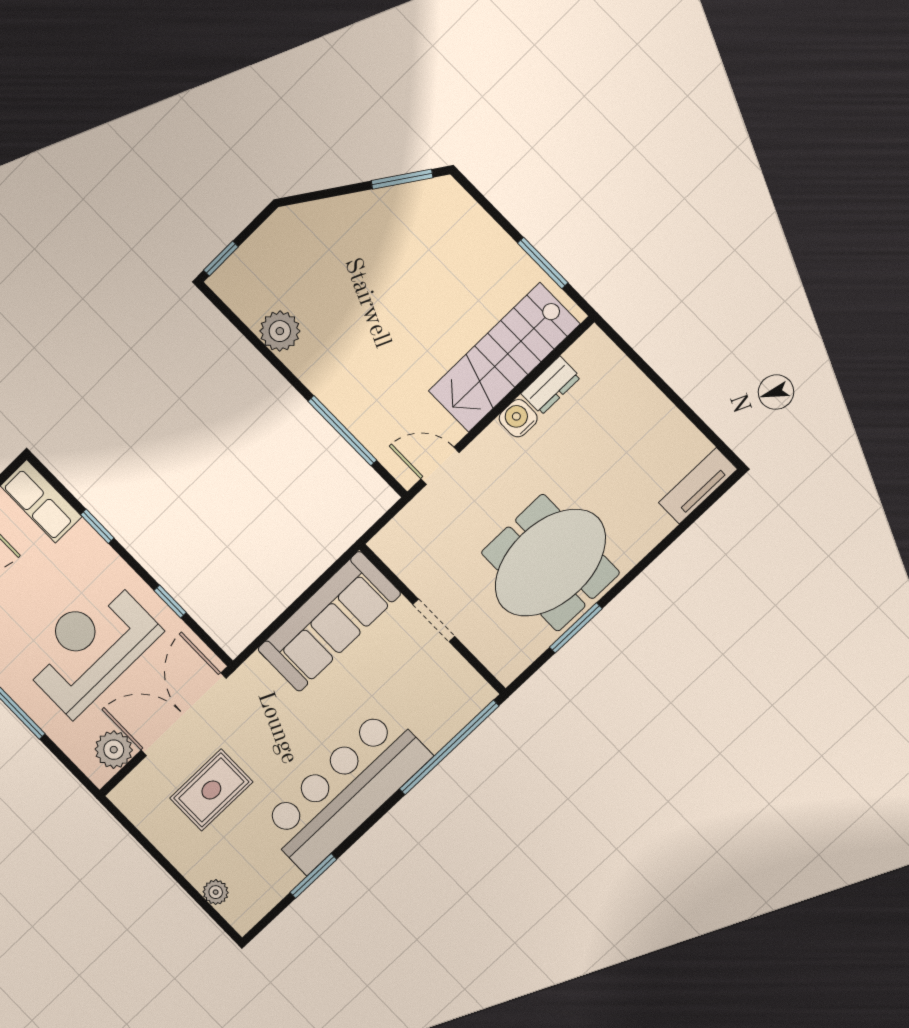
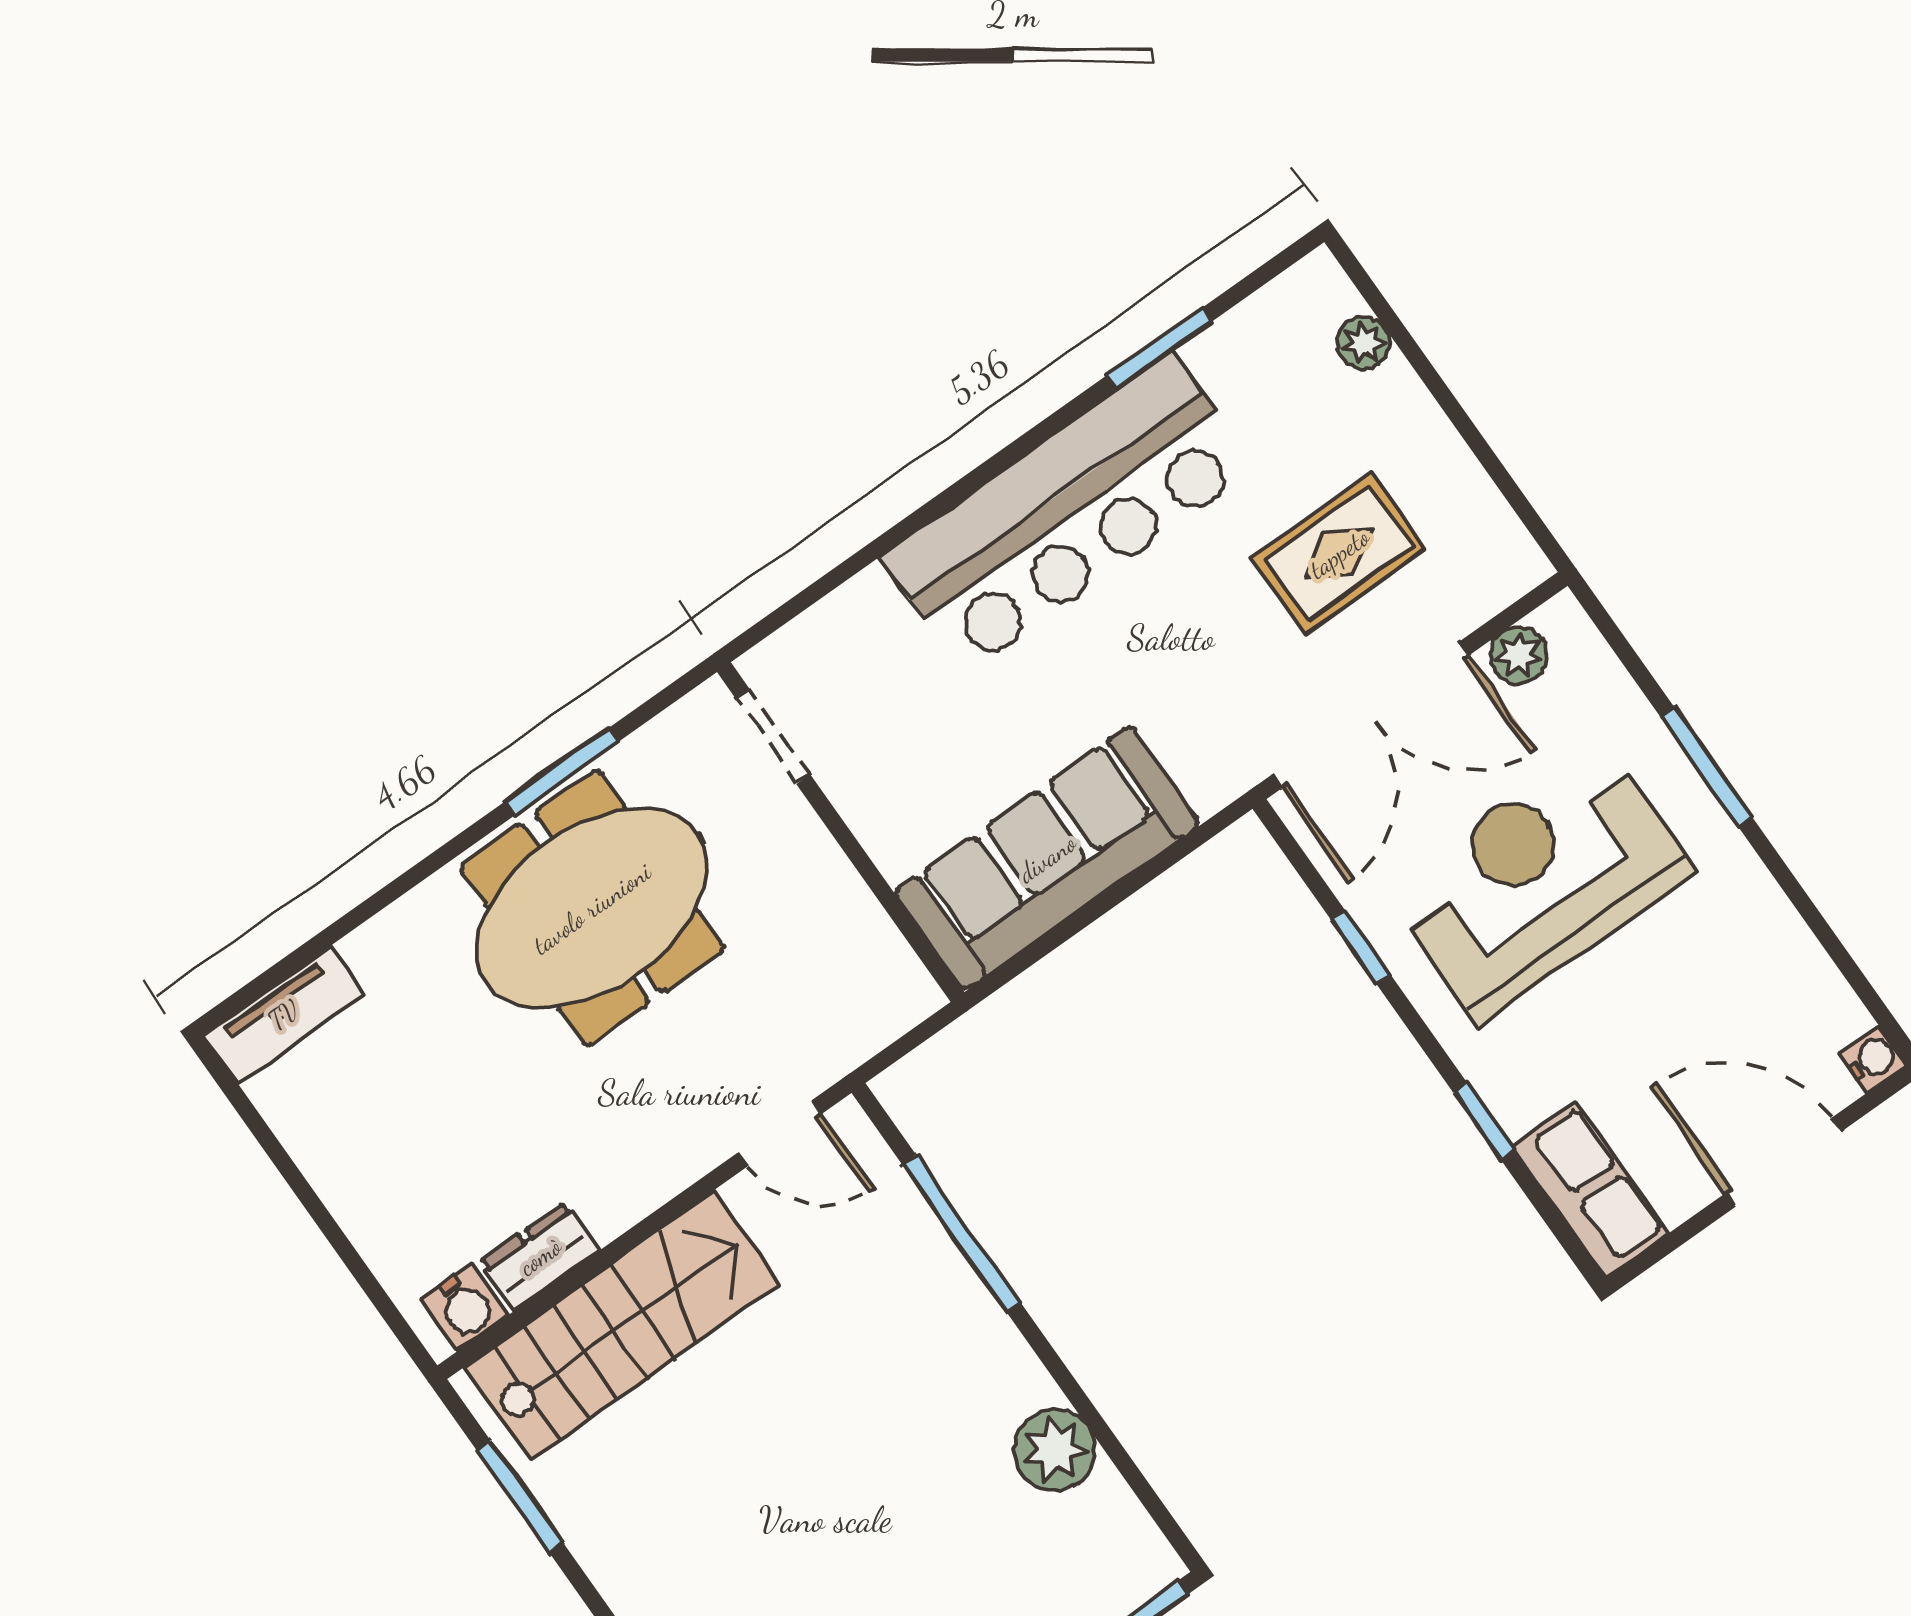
water cooler: (518, 418) -> (465, 1307), moved
doorway: (434, 620) -> (773, 737), moved
reception desk: (90, 647) -> (1539, 880), turned 180
window: (449, 748) -> (847, 570), removed
plant: (114, 750) -> (1519, 655), width x0.73, depth x0.73

